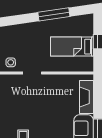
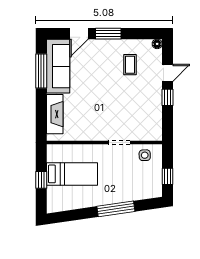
window: (54, 14) -> (116, 209), moved

